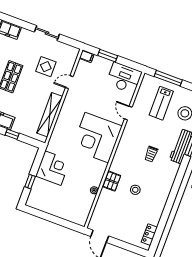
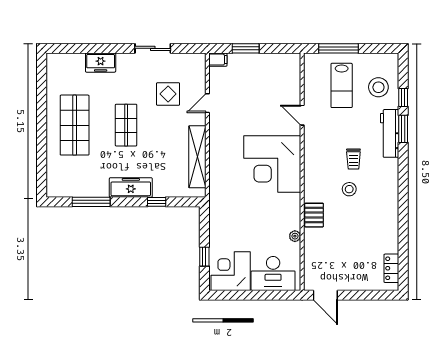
desk: (124, 78) -> (273, 274), moved, turned 180
corner desk: (53, 168) -> (231, 271), moved, turned -90
stool: (135, 190) -> (349, 189), moved

